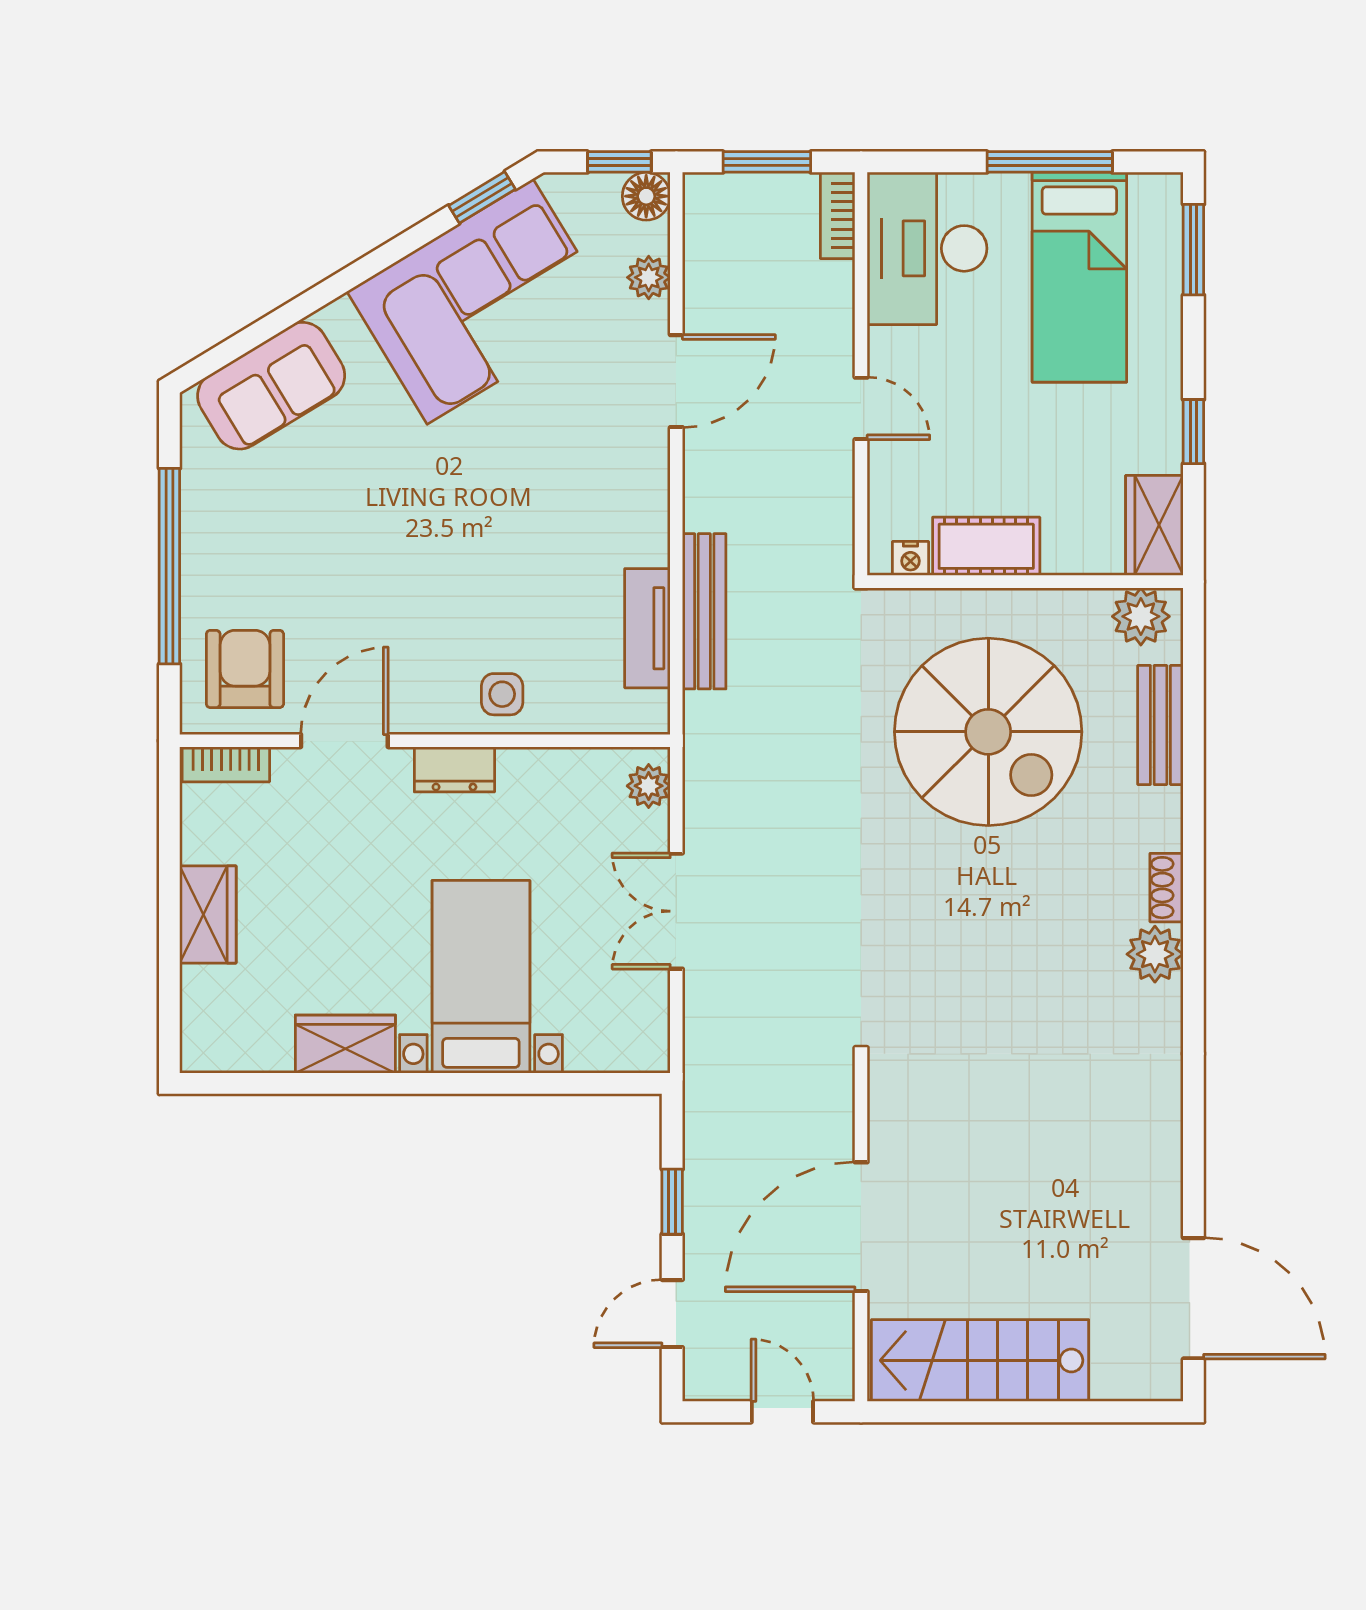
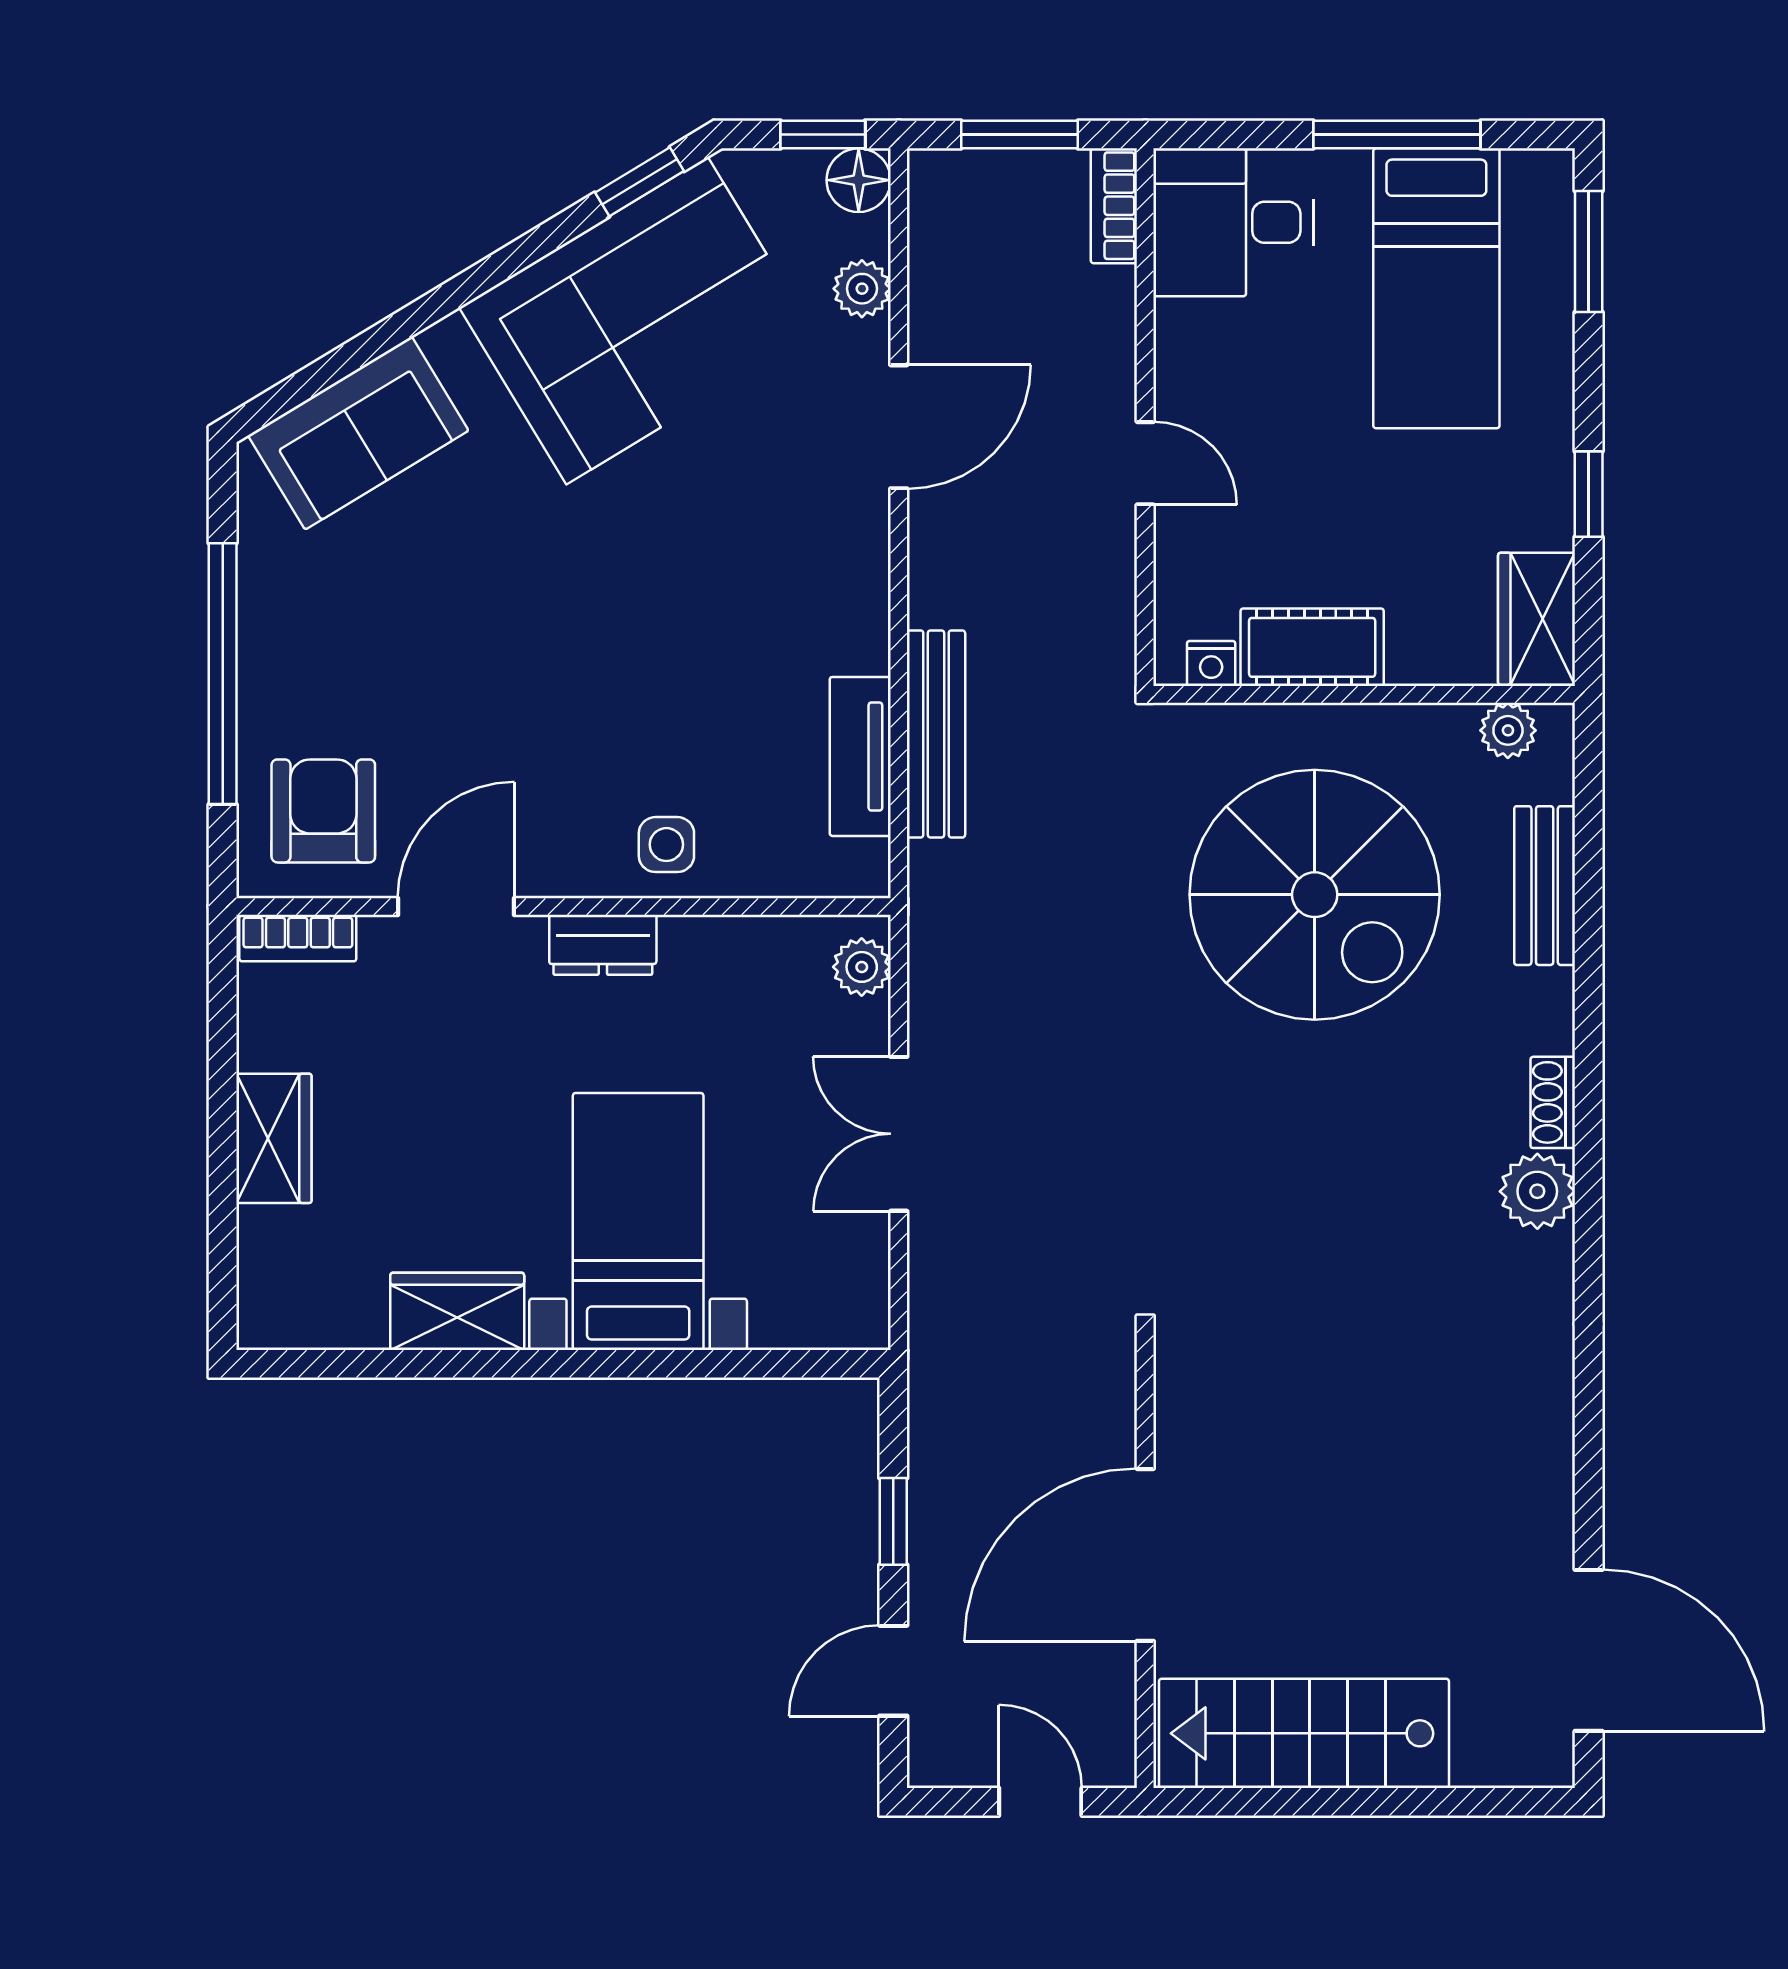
desk: (927, 248) -> (1233, 222), width x0.73
plant: (1141, 616) -> (1508, 730), width x0.73, depth x0.73

